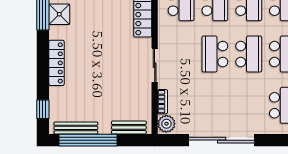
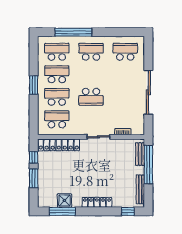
school desk: (249, 54) -> (91, 74), removed
plant: (166, 124) -> (137, 129), removed
window: (88, 140) -> (148, 164), moved

